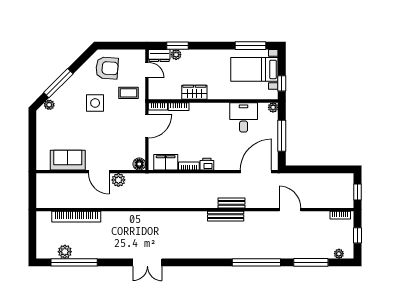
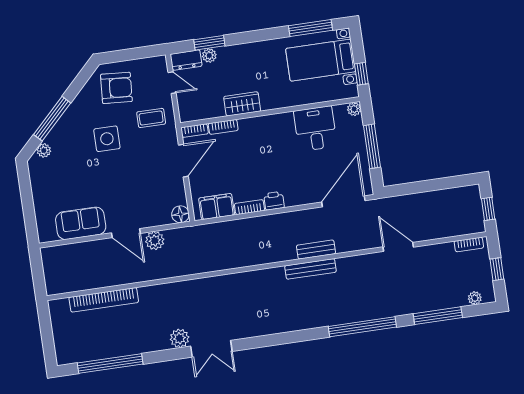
plant: (65, 252) -> (180, 338), moved

